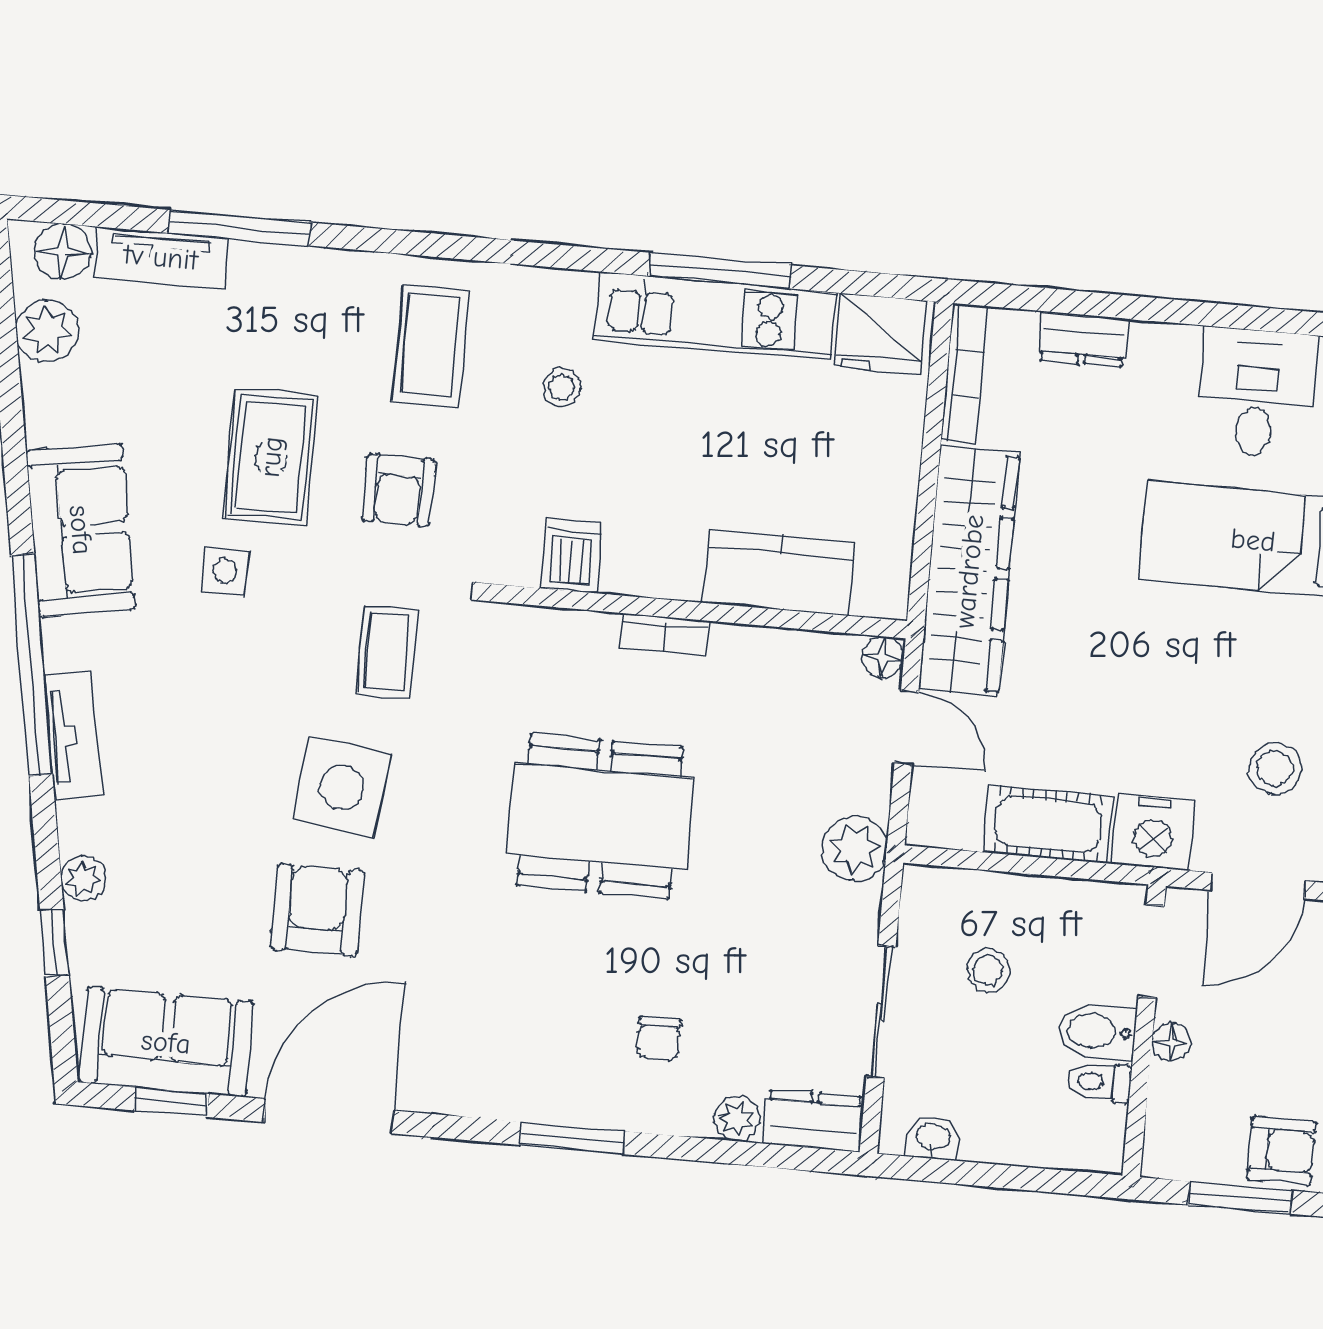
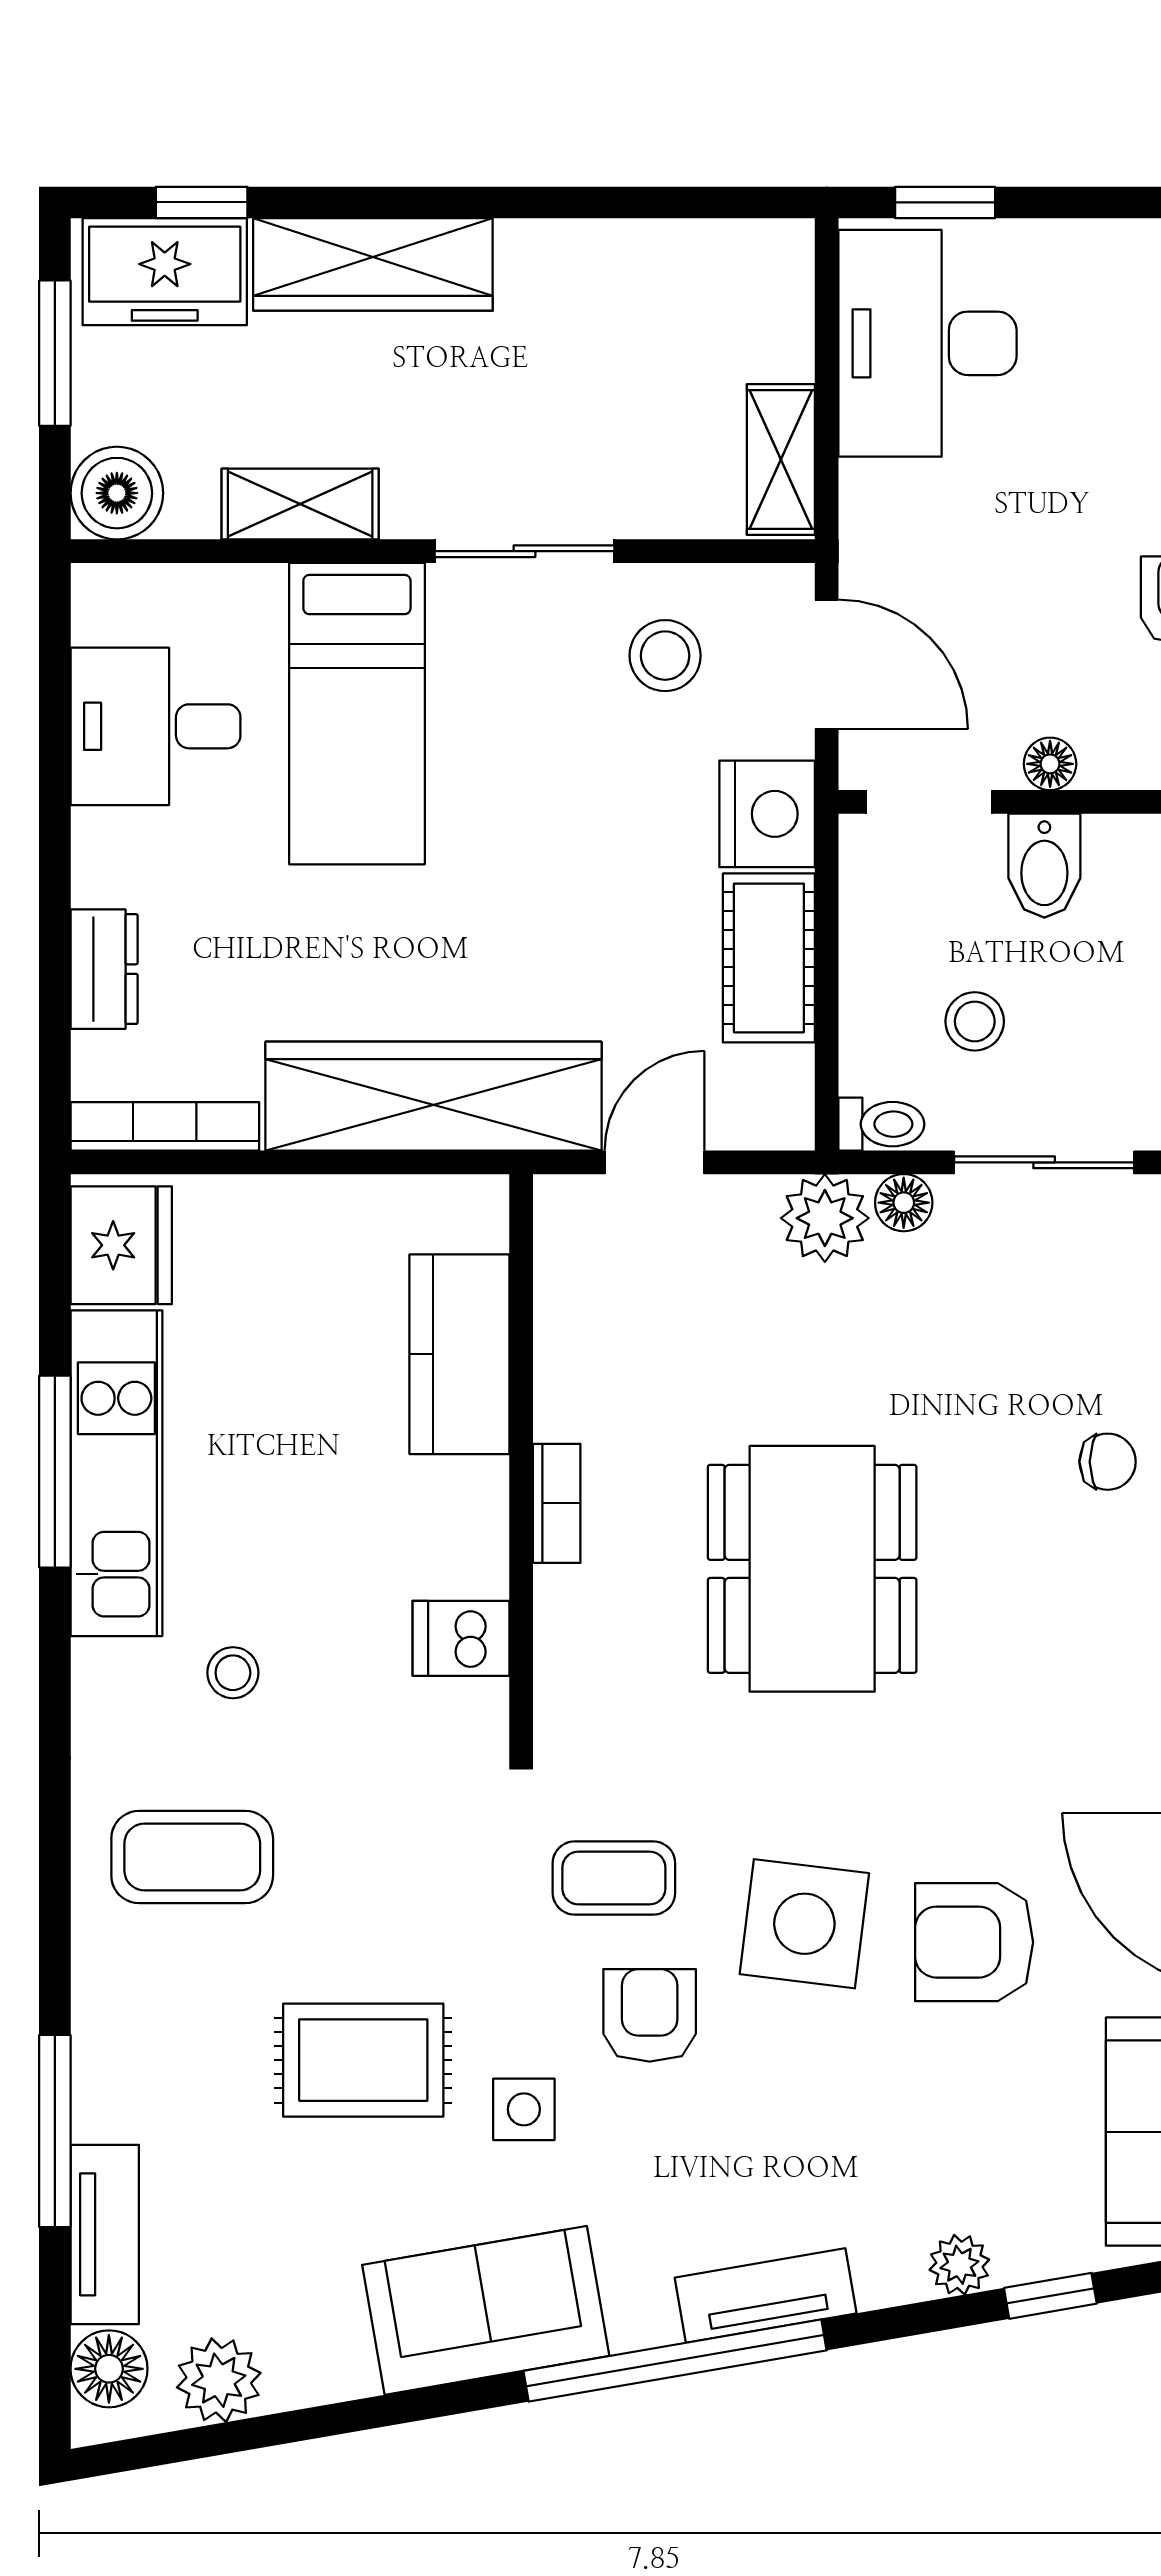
armchair: (398, 490) -> (650, 2015), moved, turned -90
floor lamp: (883, 657) -> (904, 1203), moved
toilet: (1099, 1082) -> (881, 1124), moved, turned -90

